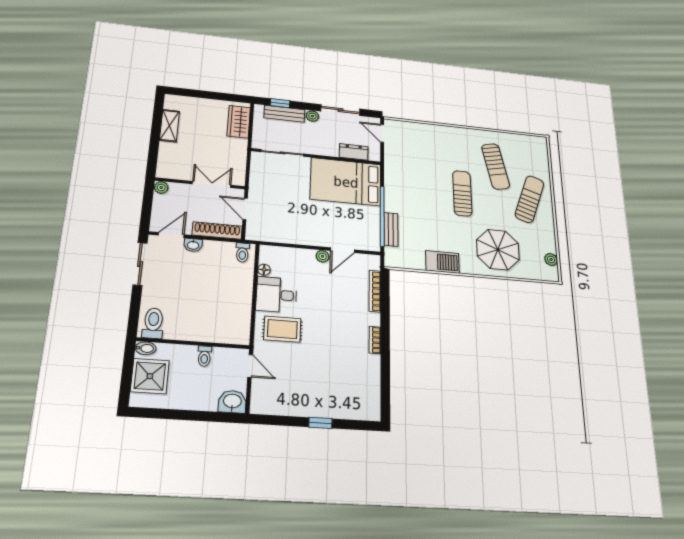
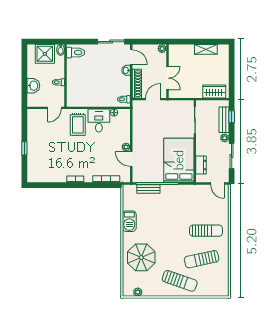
door: (382, 133) -> (217, 184), swing flipped
sun lounger: (462, 193) -> (206, 231), moved
washbasin: (232, 402) -> (33, 86), moved

